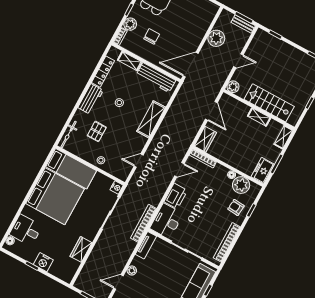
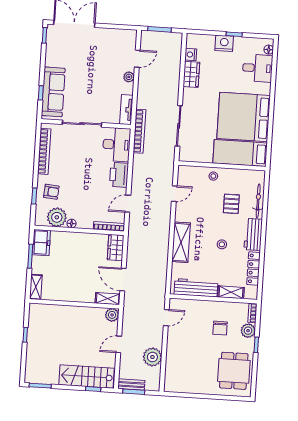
door: (191, 65) -> (166, 318), width x0.53
stairs: (269, 103) -> (86, 376), moved, turned 180
shelving: (259, 117) -> (108, 299), moved
bicycle: (69, 135) -> (258, 201), moved
nightstand: (117, 187) -> (191, 55), moved

